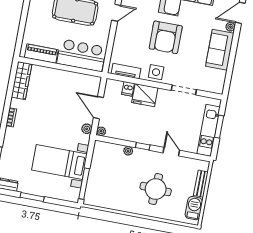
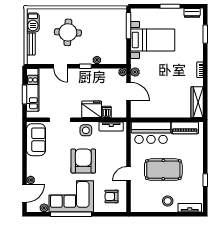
sofa: (220, 50) -> (36, 140), moved

